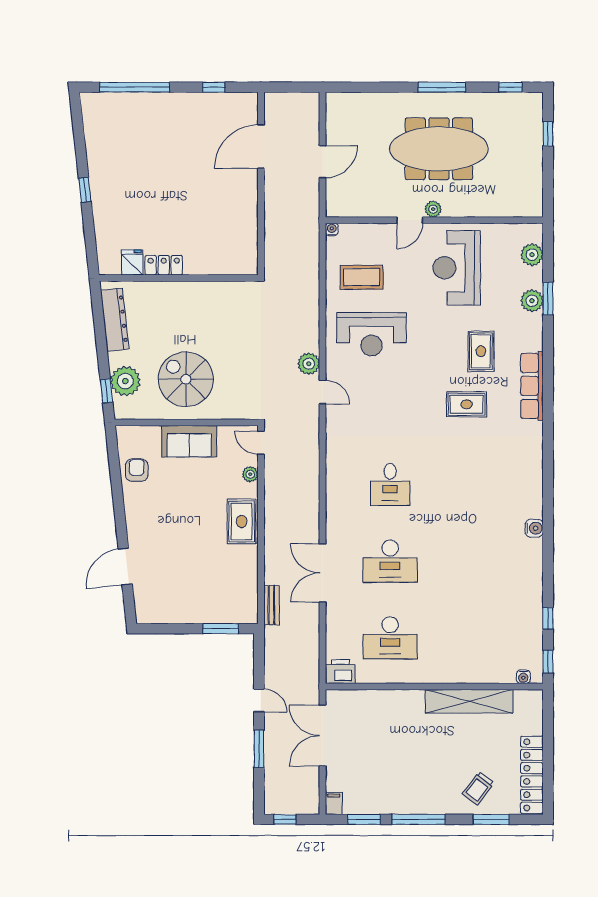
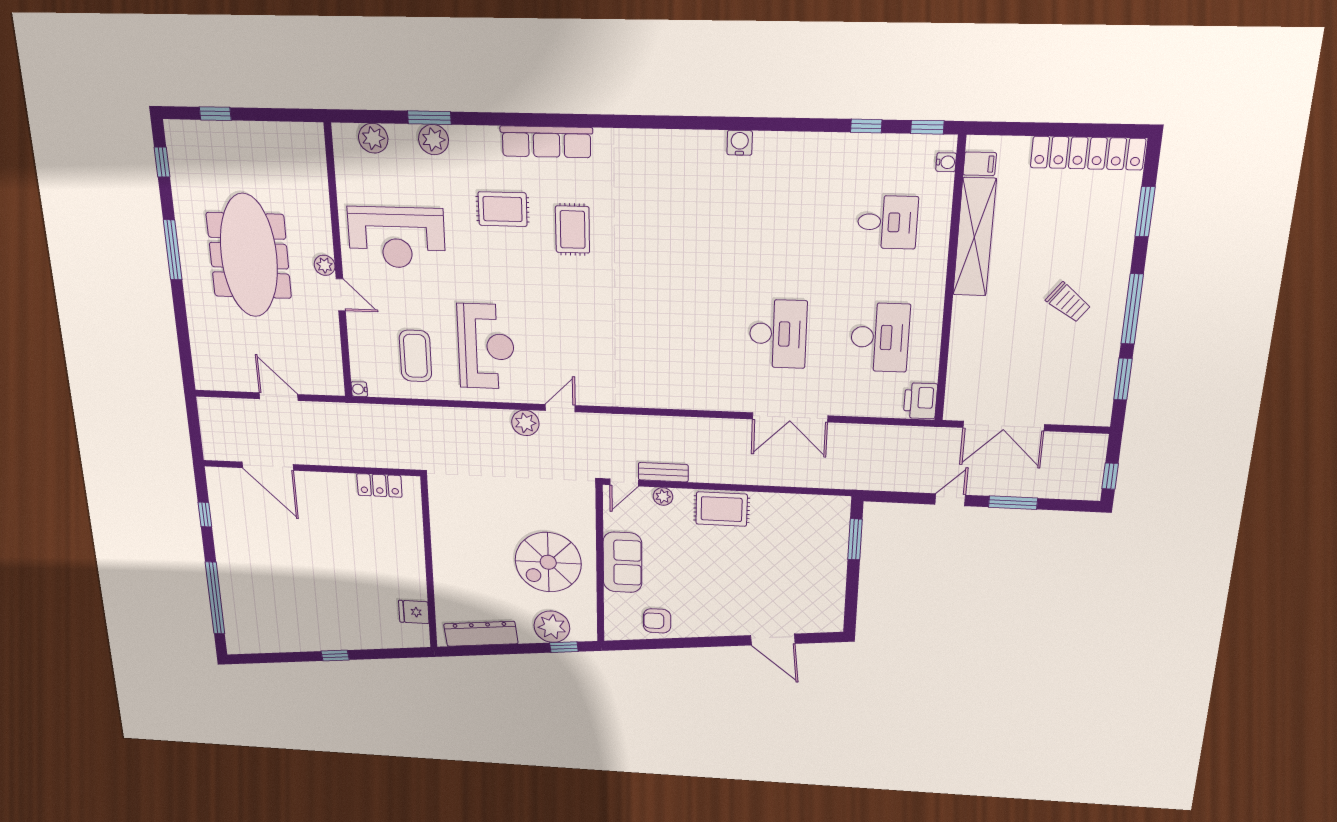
locker: (164, 265) -> (379, 485), moved, turned -90
desk: (390, 484) -> (887, 222), moved
bench: (271, 605) -> (663, 472), moved
trolley: (478, 788) -> (1068, 303), moved
filing cabinet: (334, 803) -> (980, 164), moved, turned 180

